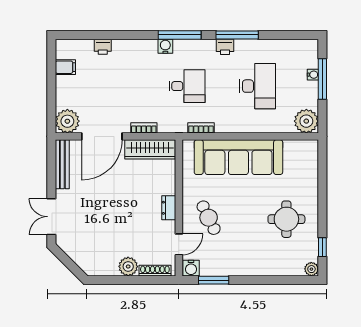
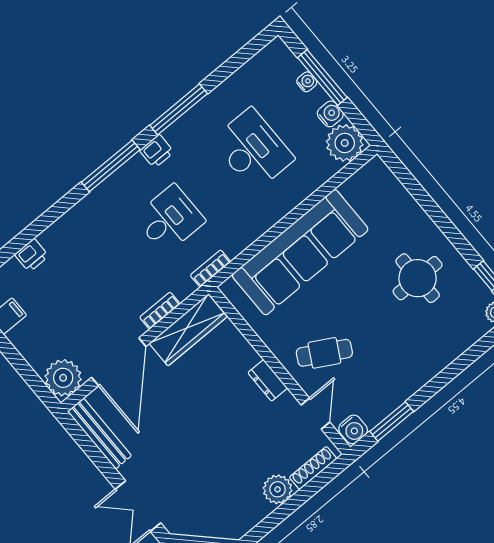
water cooler: (165, 46) -> (330, 114), moved, turned 90
printer: (225, 47) -> (157, 151), moved
bookcase: (201, 128) -> (210, 269), moved
cafe table: (209, 218) -> (324, 353), turned -35

